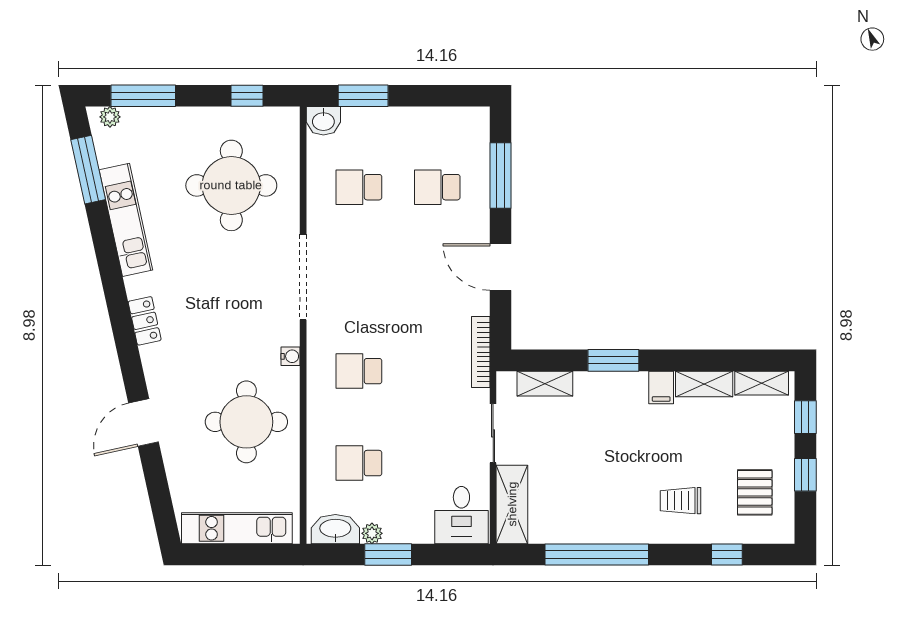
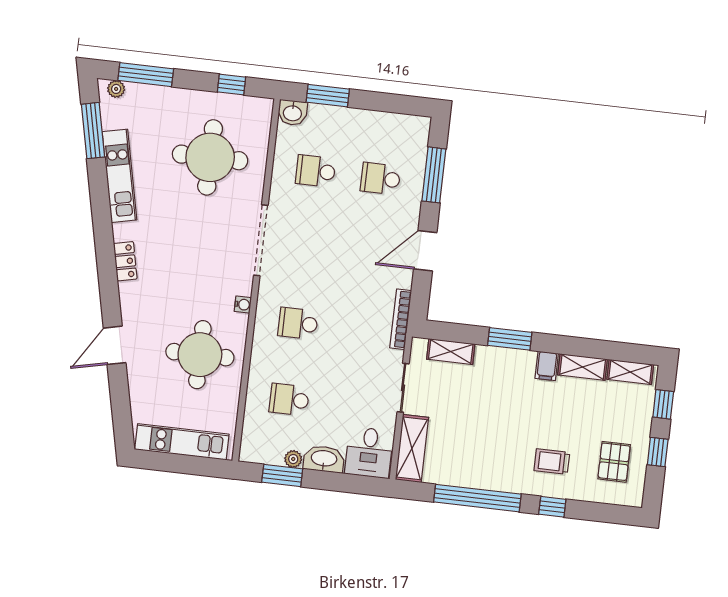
door: (501, 267) -> (425, 251), hinge flipped
washbasin: (335, 529) -> (324, 459), moved
window: (388, 555) -> (282, 475), moved
window: (727, 555) -> (552, 507), moved

